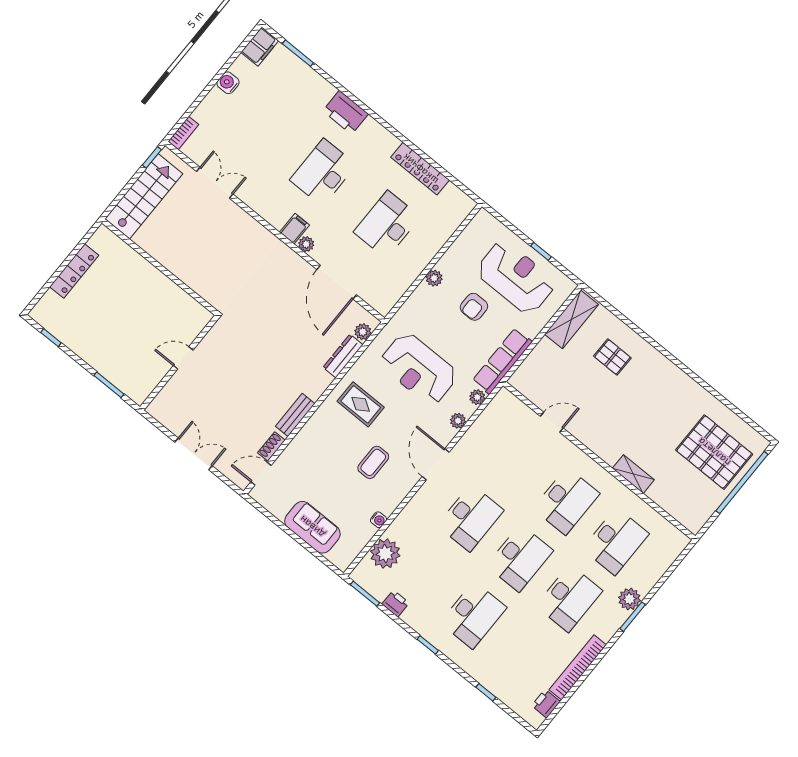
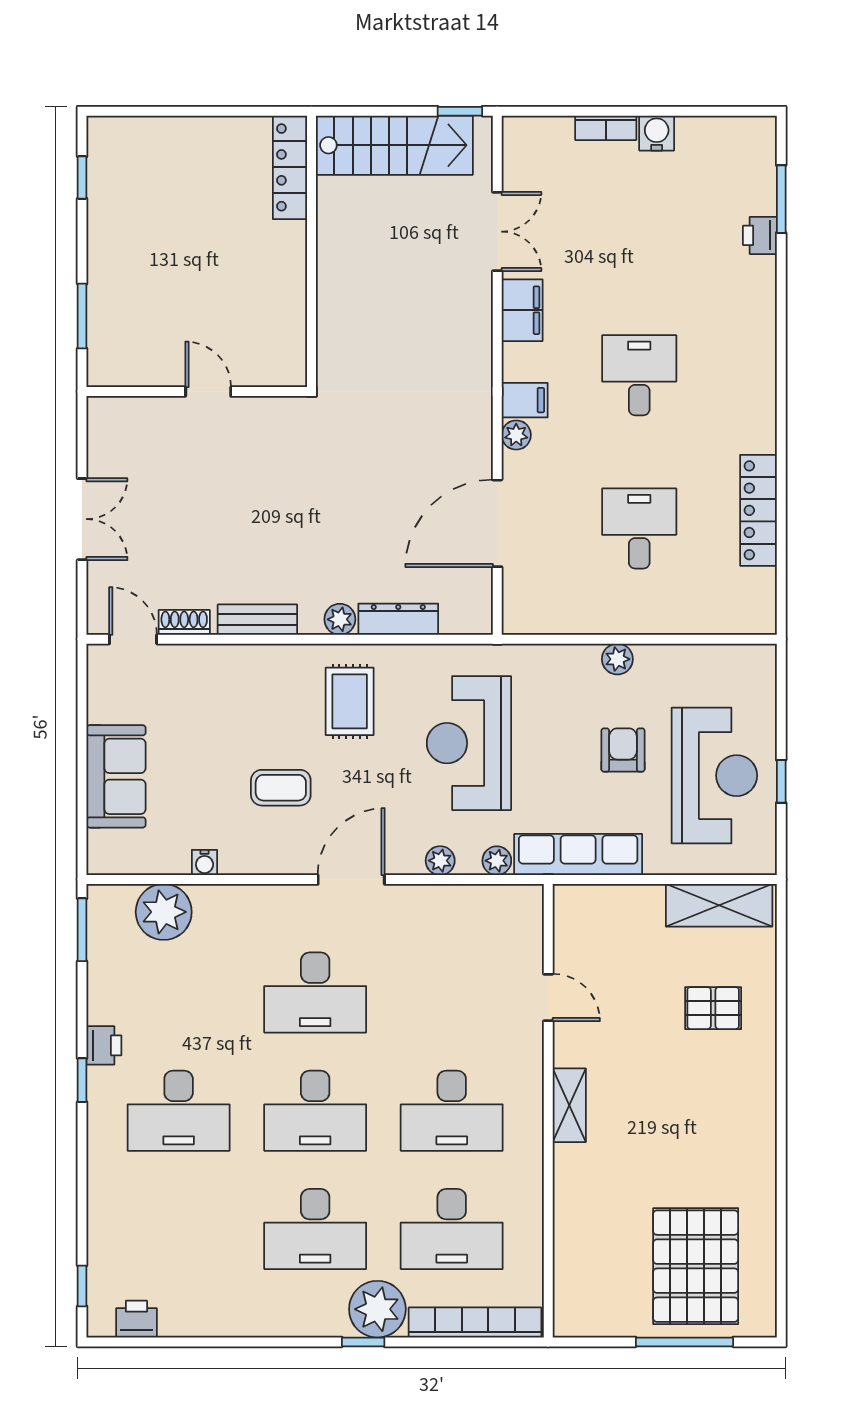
filing cabinet: (260, 46) -> (522, 310), moved, turned -90
printer: (345, 112) -> (760, 235), moved, width x0.53, depth x0.68
bookcase: (183, 133) -> (606, 128), moved
desk: (323, 172) -> (639, 375), width x0.73
desk: (387, 225) -> (639, 528), width x0.73
locker: (74, 271) -> (290, 167), moved, turned 90
armchair: (474, 307) -> (623, 750), turned 90
plant: (363, 332) -> (340, 619), moved
pallet: (612, 357) -> (713, 1008), turned 90
shelving: (633, 474) -> (569, 1105), moved
window: (742, 483) -> (684, 1342), width x0.68
plant: (630, 599) -> (377, 1309), width x1.36, depth x1.36
printer: (395, 603) -> (104, 1045), moved
window: (633, 617) -> (363, 1342), width x0.67
bookcase: (578, 667) -> (475, 1323), moved
window: (486, 692) -> (82, 1286), moved

